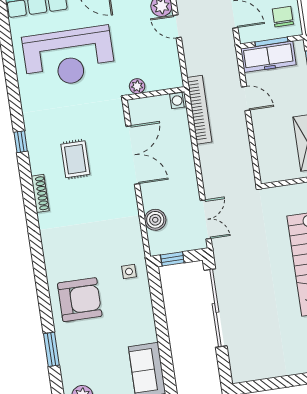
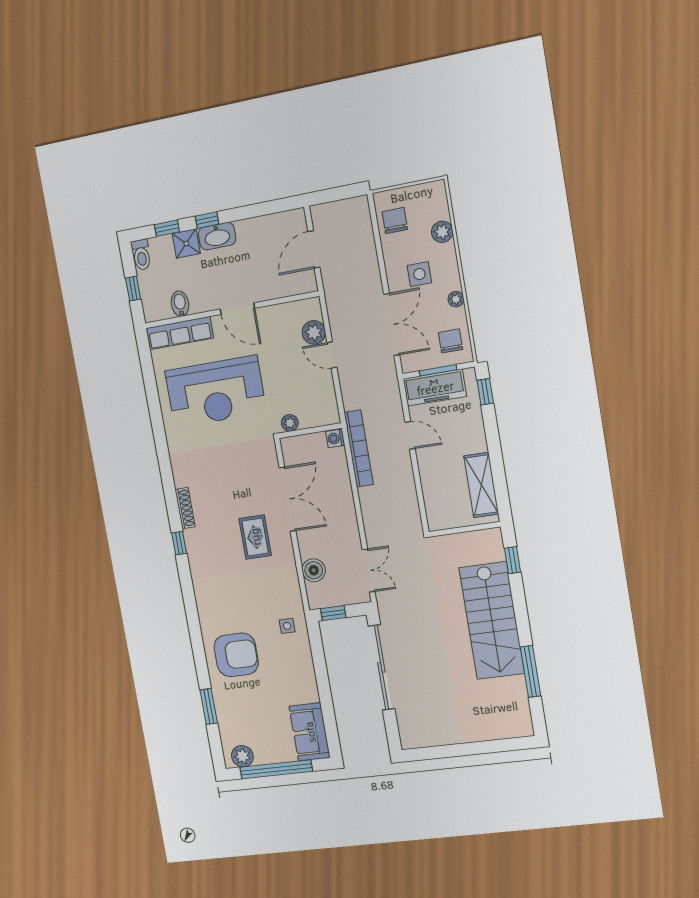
window: (21, 142) -> (179, 543), moved
rug: (75, 159) -> (255, 537), moved
shoe rack: (40, 193) -> (185, 508), moved

